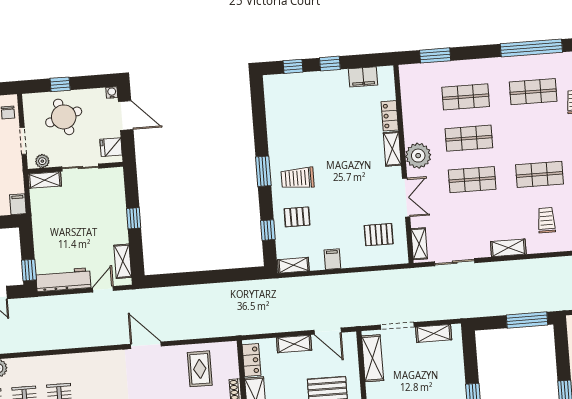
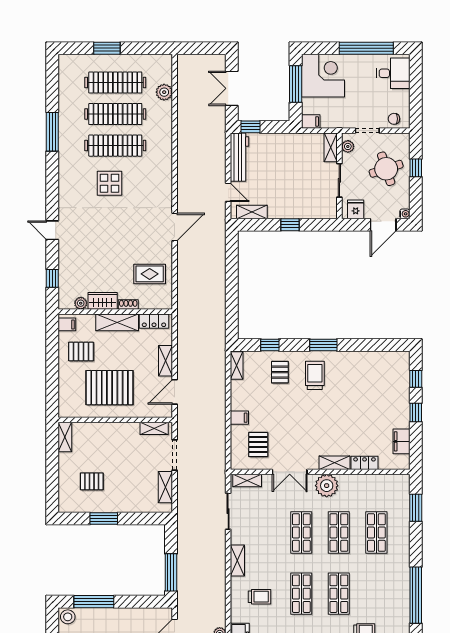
shop shelf: (533, 92) -> (339, 594), moved
filing cabinet: (332, 259) -> (239, 418), moved
shelving: (373, 358) -> (154, 428), width x0.67, depth x0.75

